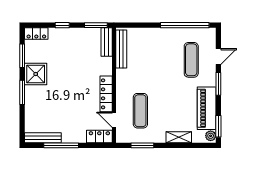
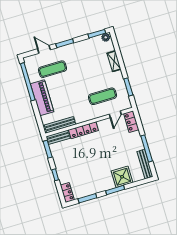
shower: (36, 74) -> (122, 177), moved
locker: (106, 94) -> (83, 130), moved
piano: (207, 108) -> (42, 98), moved, turned -90

